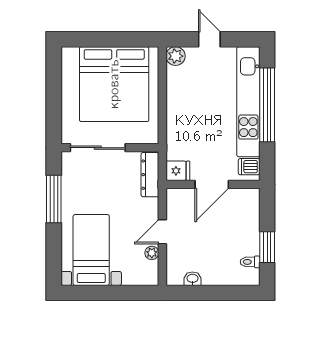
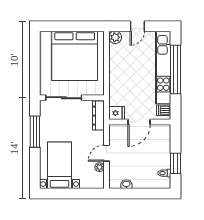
door: (209, 39) -> (137, 26), swing flipped

